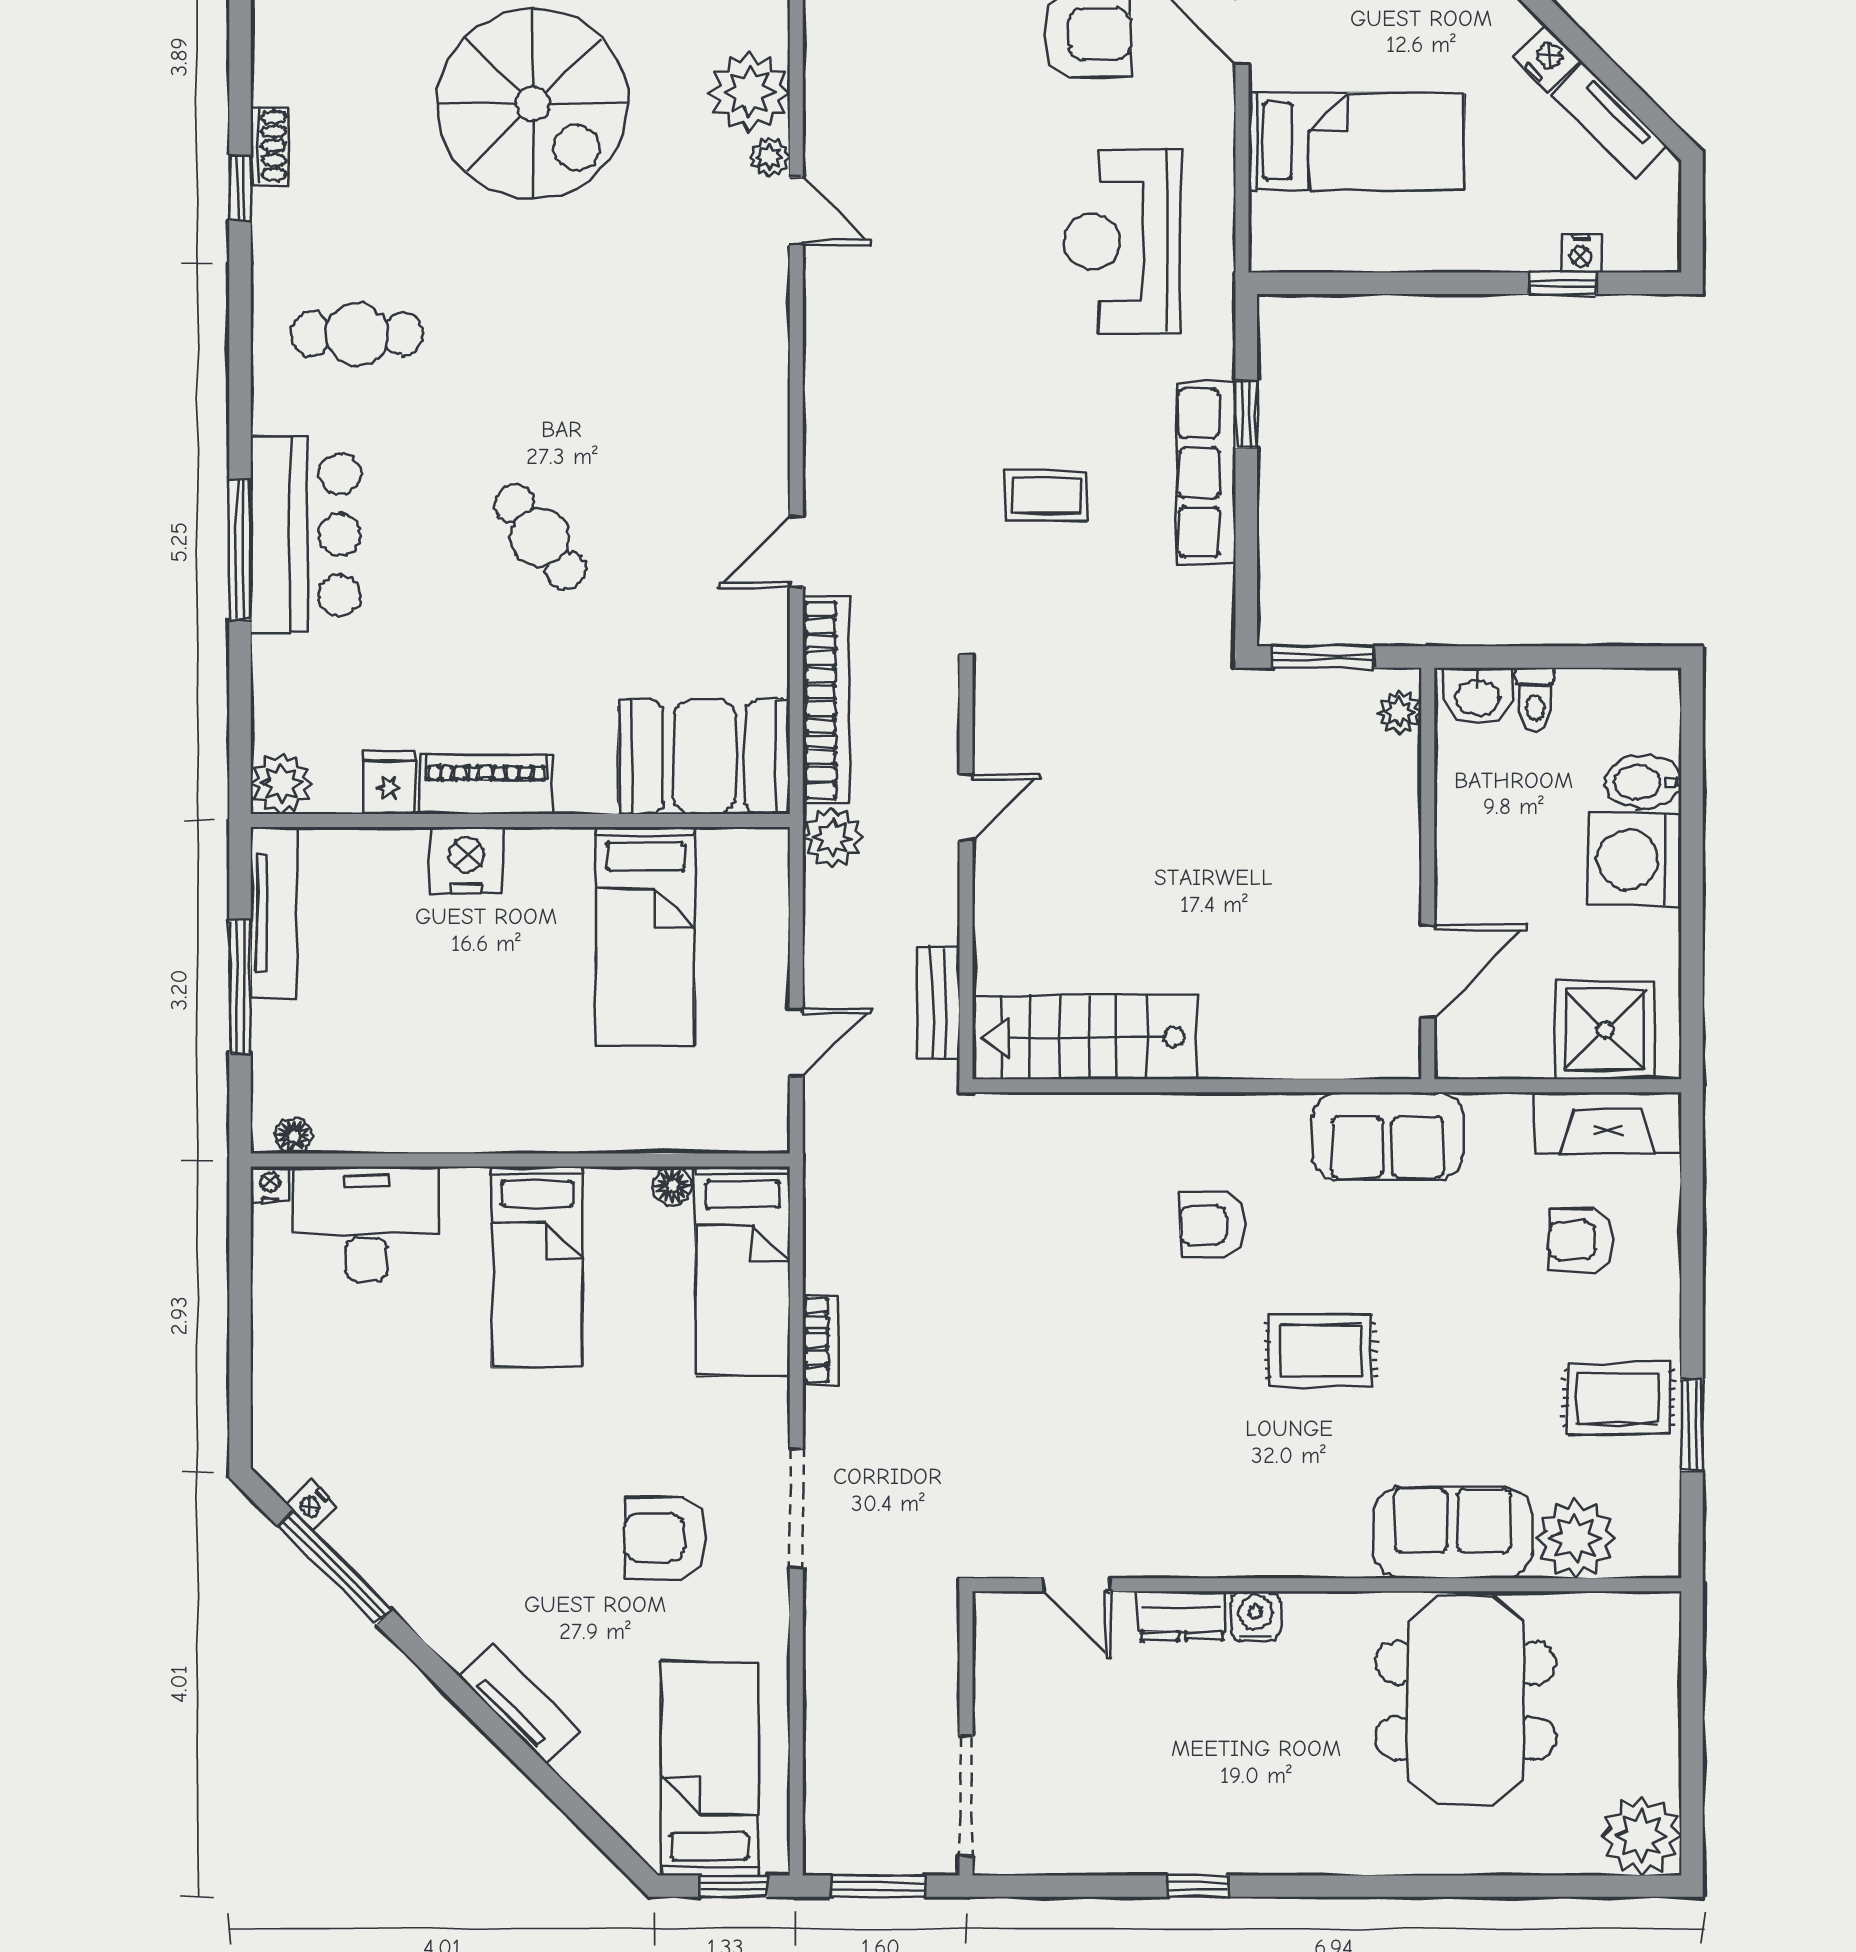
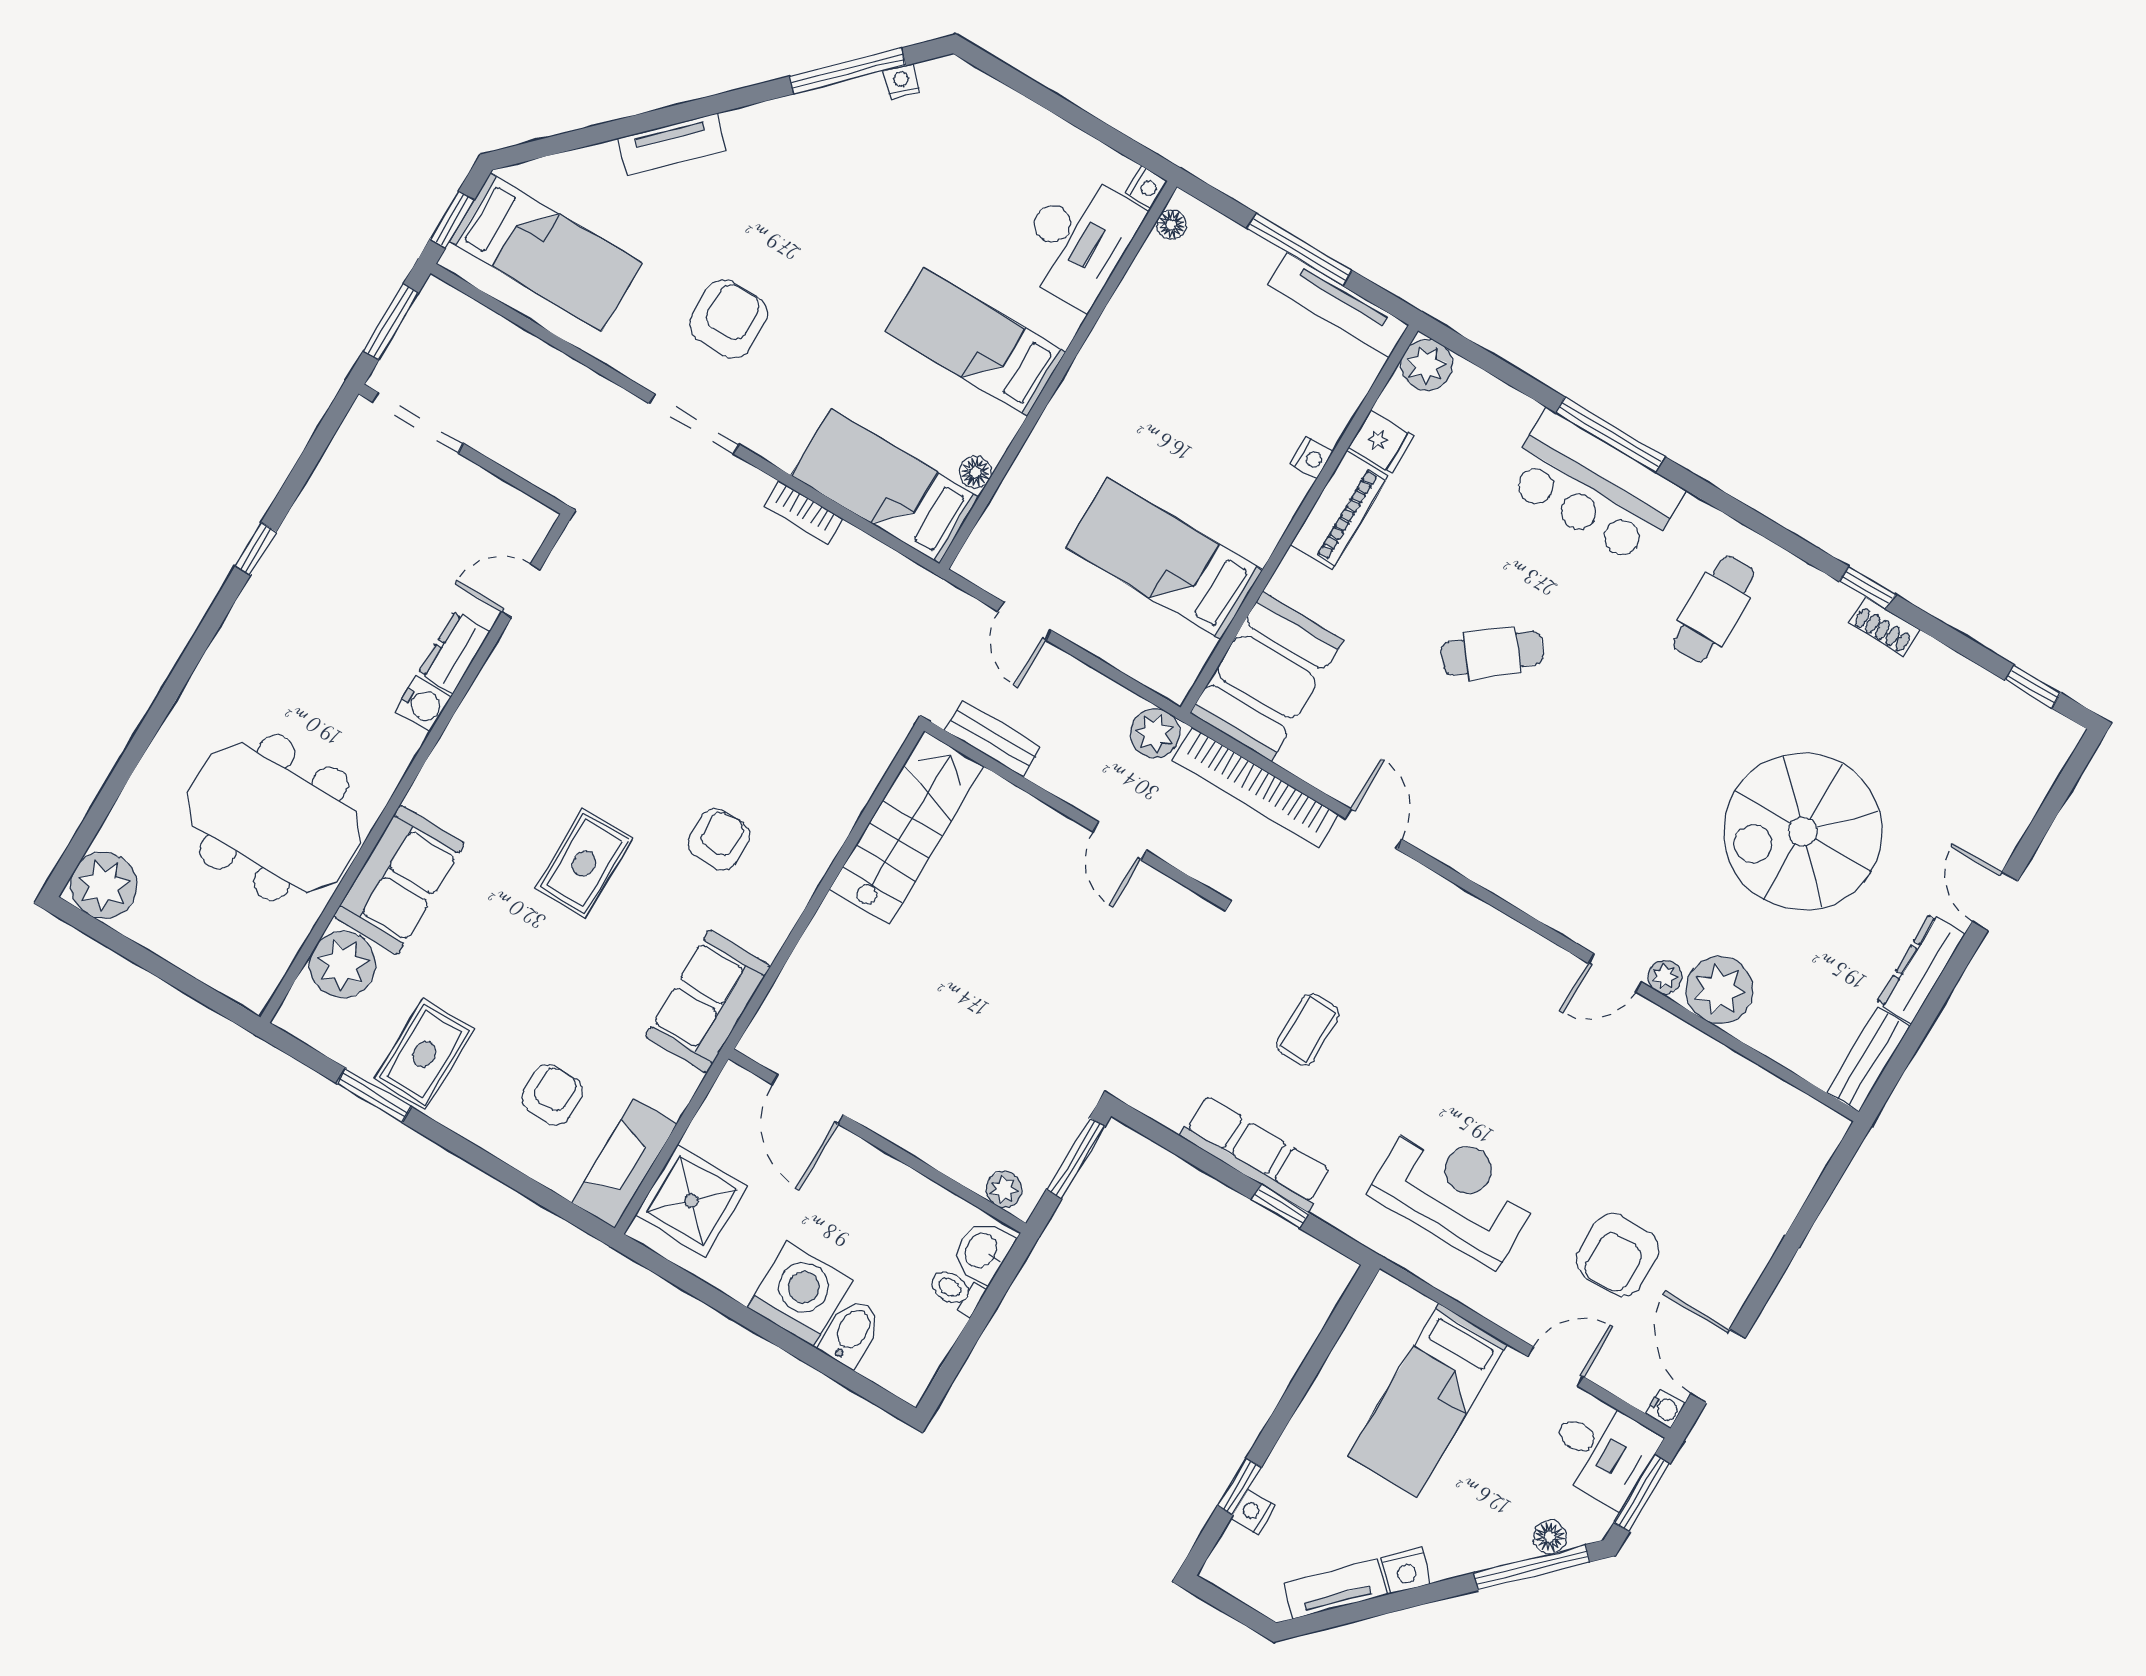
nightstand: (467, 860) -> (1312, 458), width x0.53, depth x0.56

